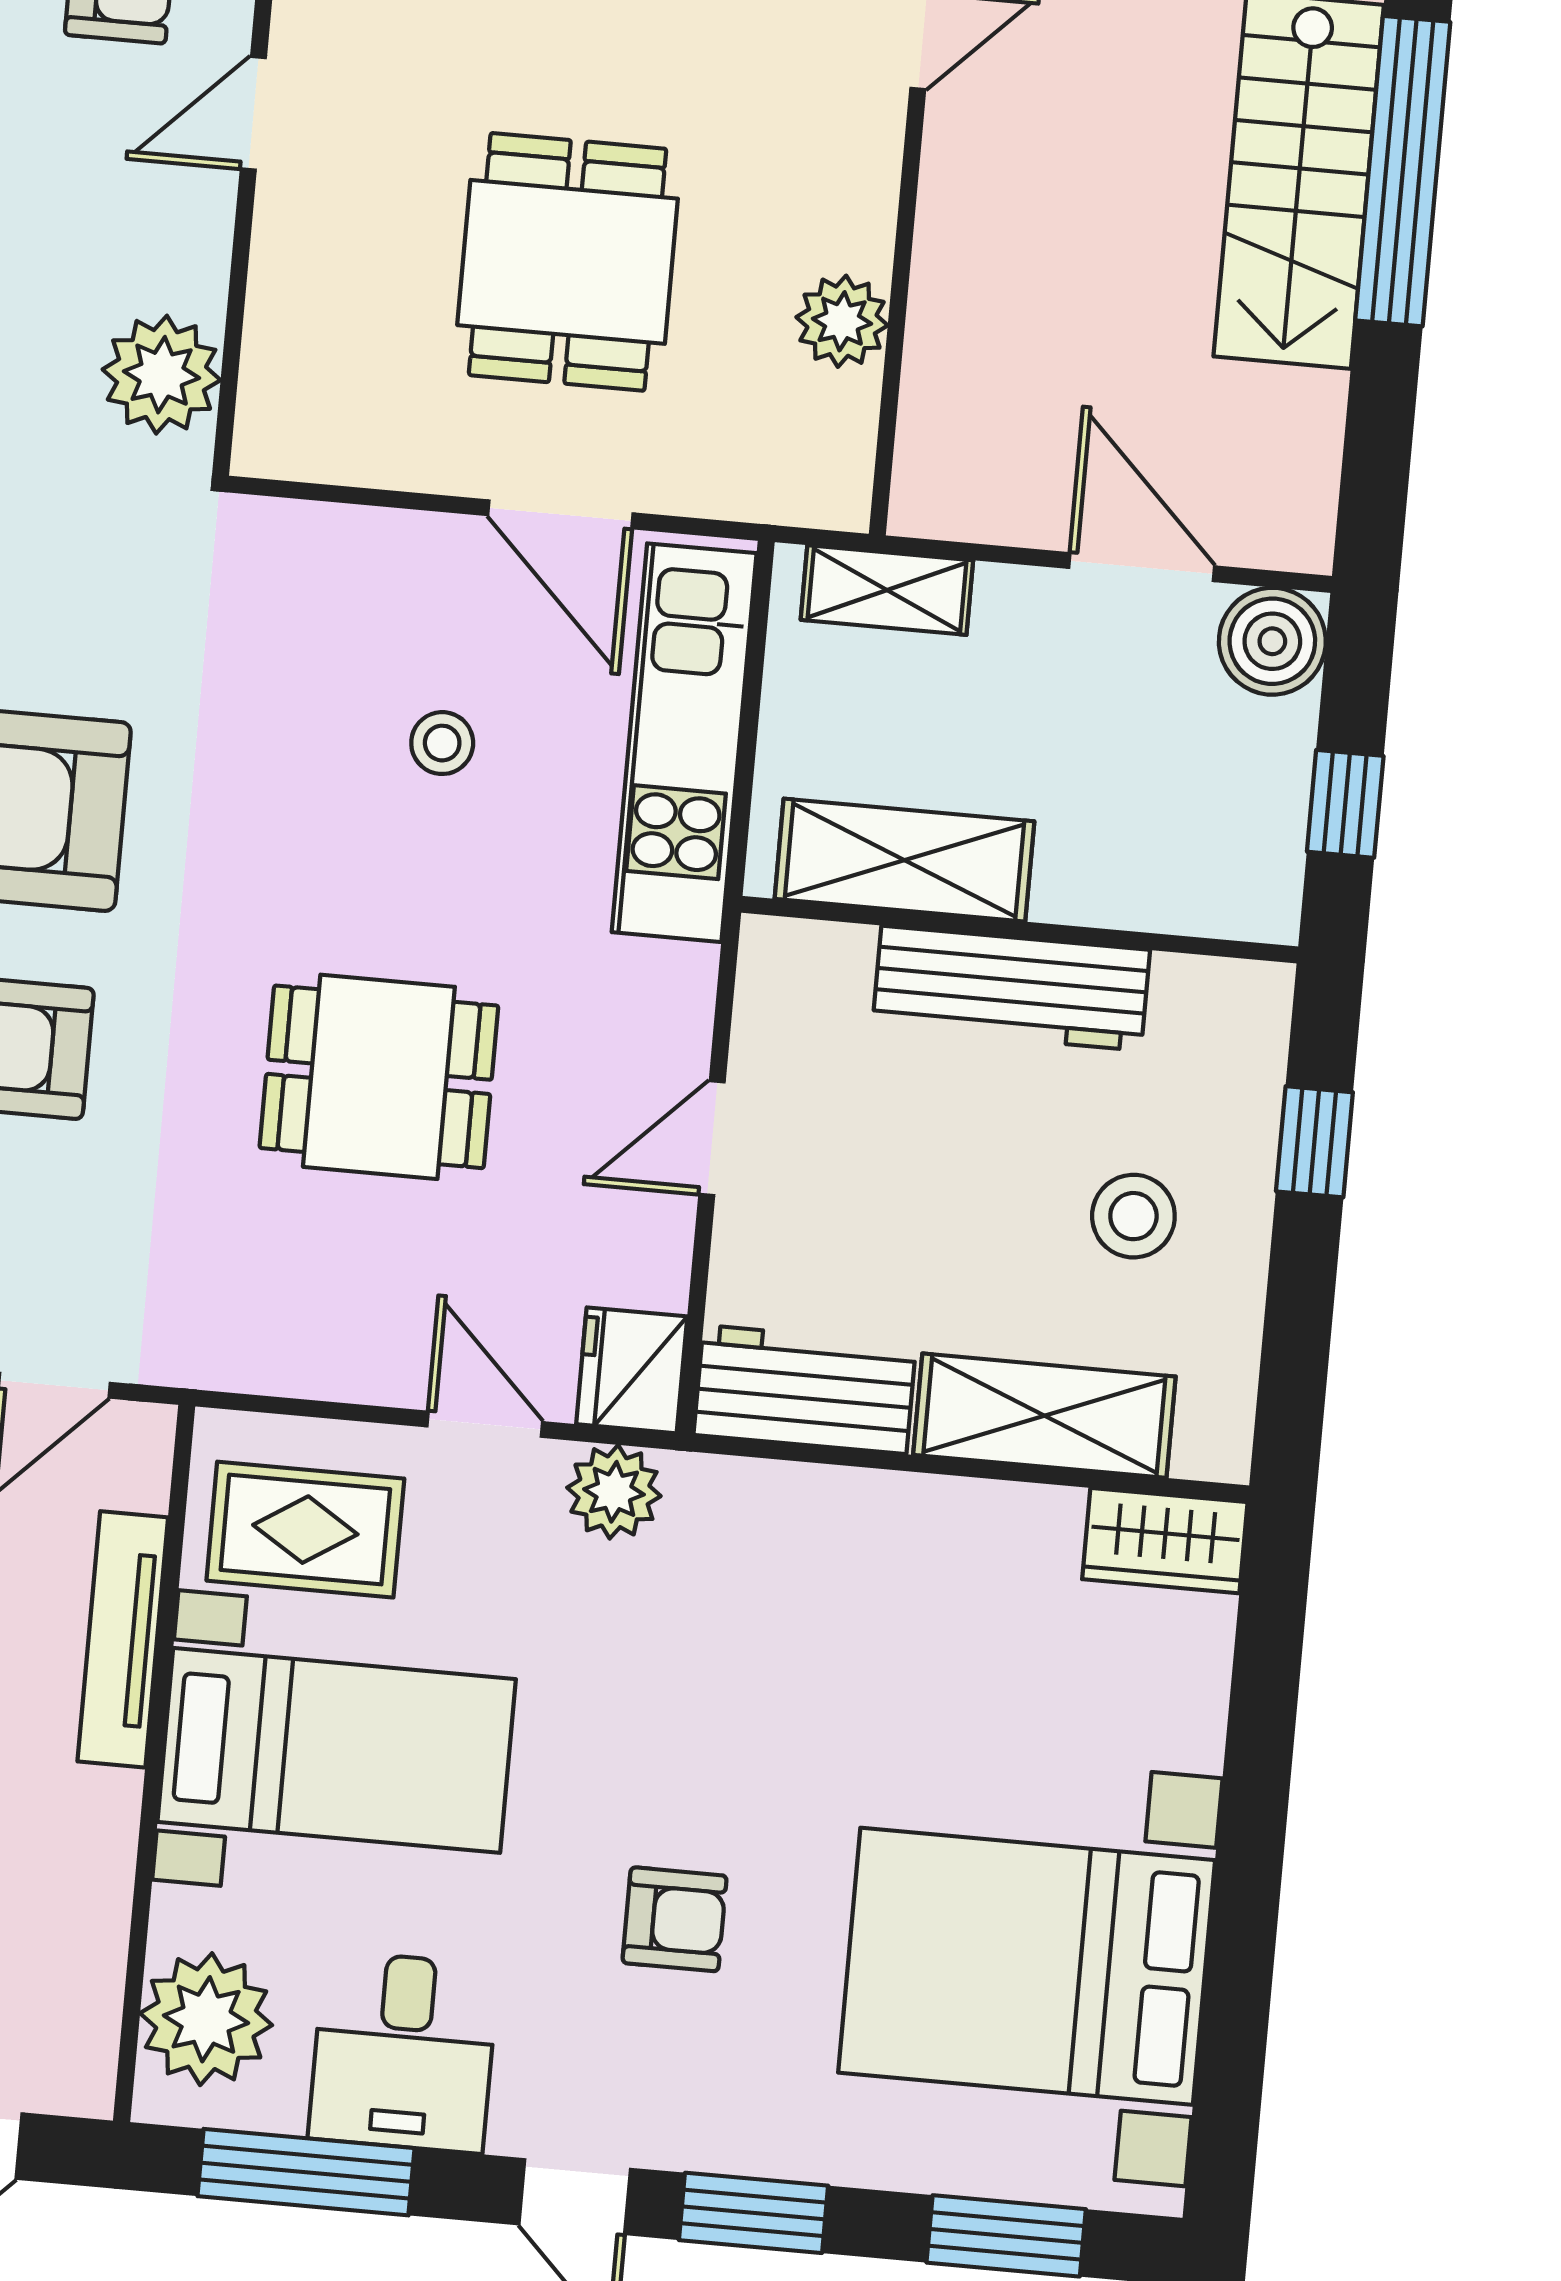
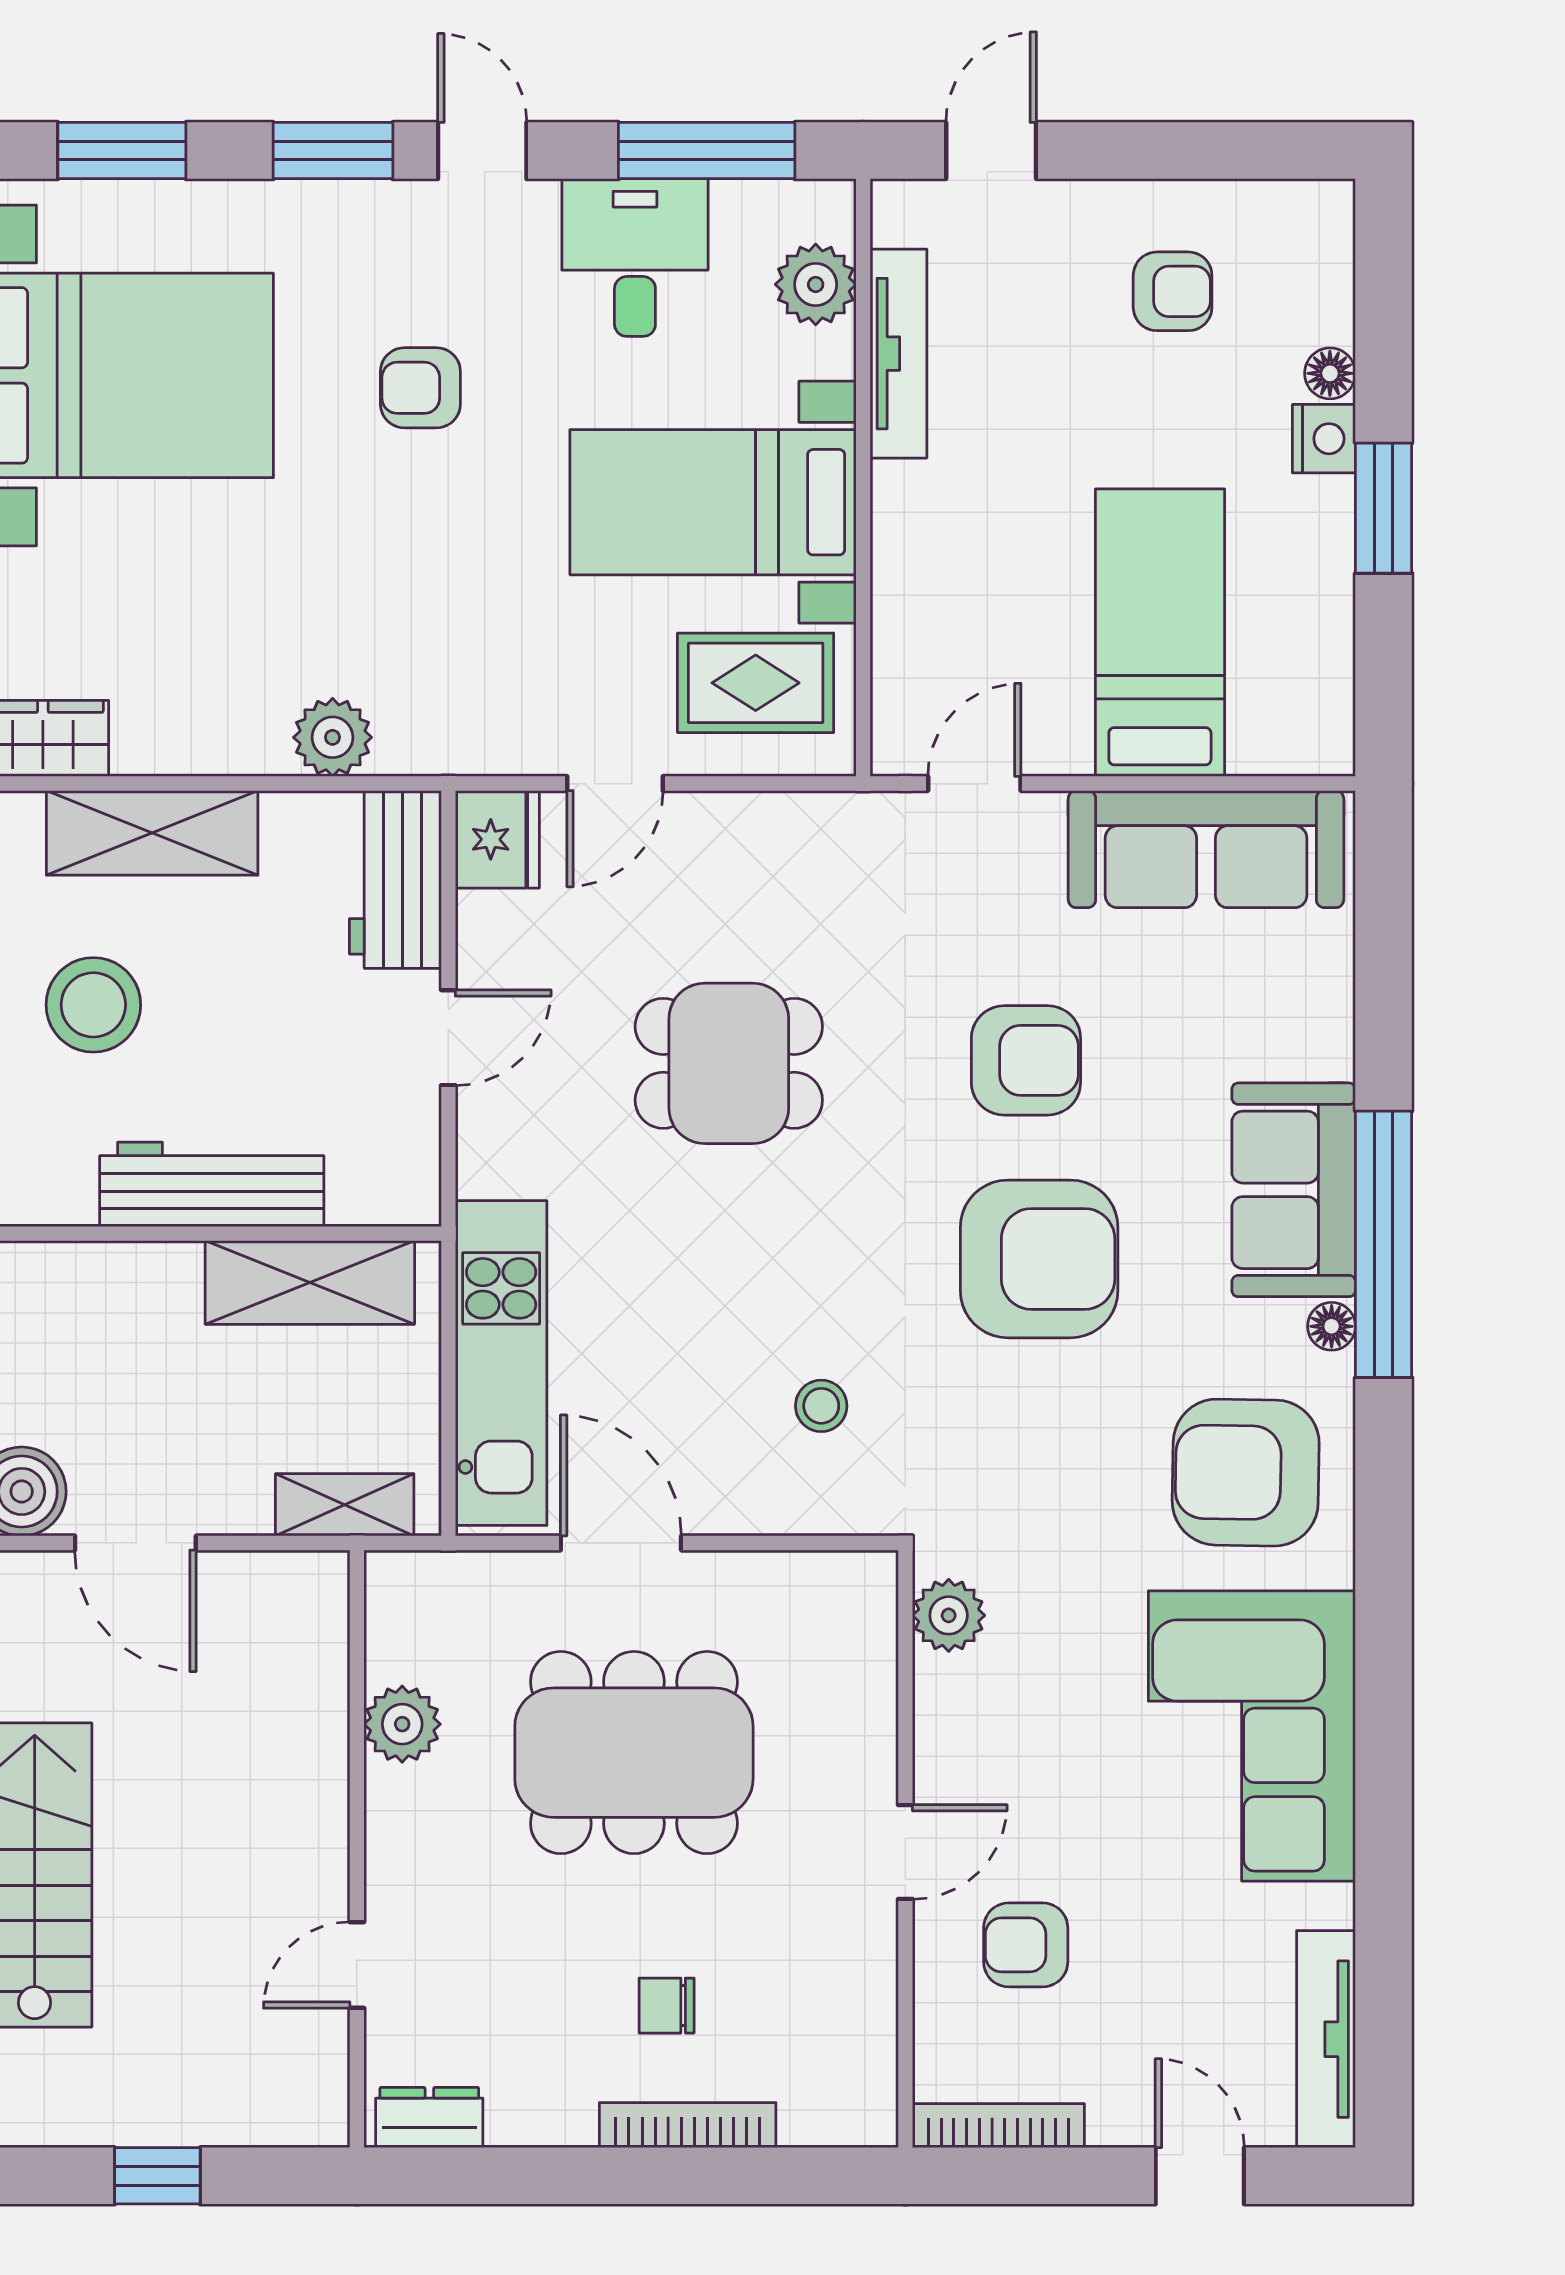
dining table: (568, 262) -> (634, 1753), width x1.37
plant: (162, 375) -> (949, 1615), width x0.73, depth x0.73
stool: (442, 743) -> (821, 1406), moved
stool: (1133, 1216) -> (93, 1005), width x1.38, depth x1.38
workbench: (805, 1390) -> (395, 879), moved, turned 90
door: (485, 1424) -> (615, 784), hinge flipped
plant: (614, 1492) -> (333, 737), moved
tv unit: (123, 1639) -> (899, 354), moved
plant: (206, 2019) -> (816, 284), width x0.73, depth x0.73

